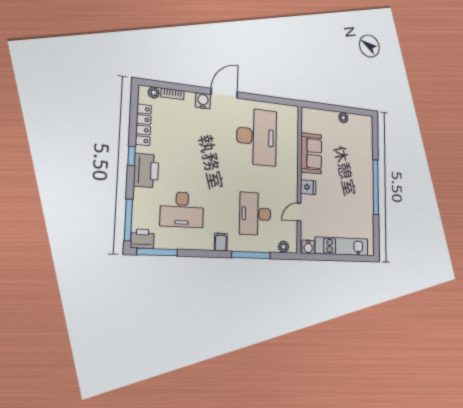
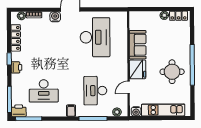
locker: (360, 120) -> (179, 16), added
printer: (146, 171) -> (16, 67), width x0.53, depth x0.68
fridge: (308, 187) -> (138, 69), width x1.88, depth x1.34
round table: (352, 194) -> (172, 72), added

